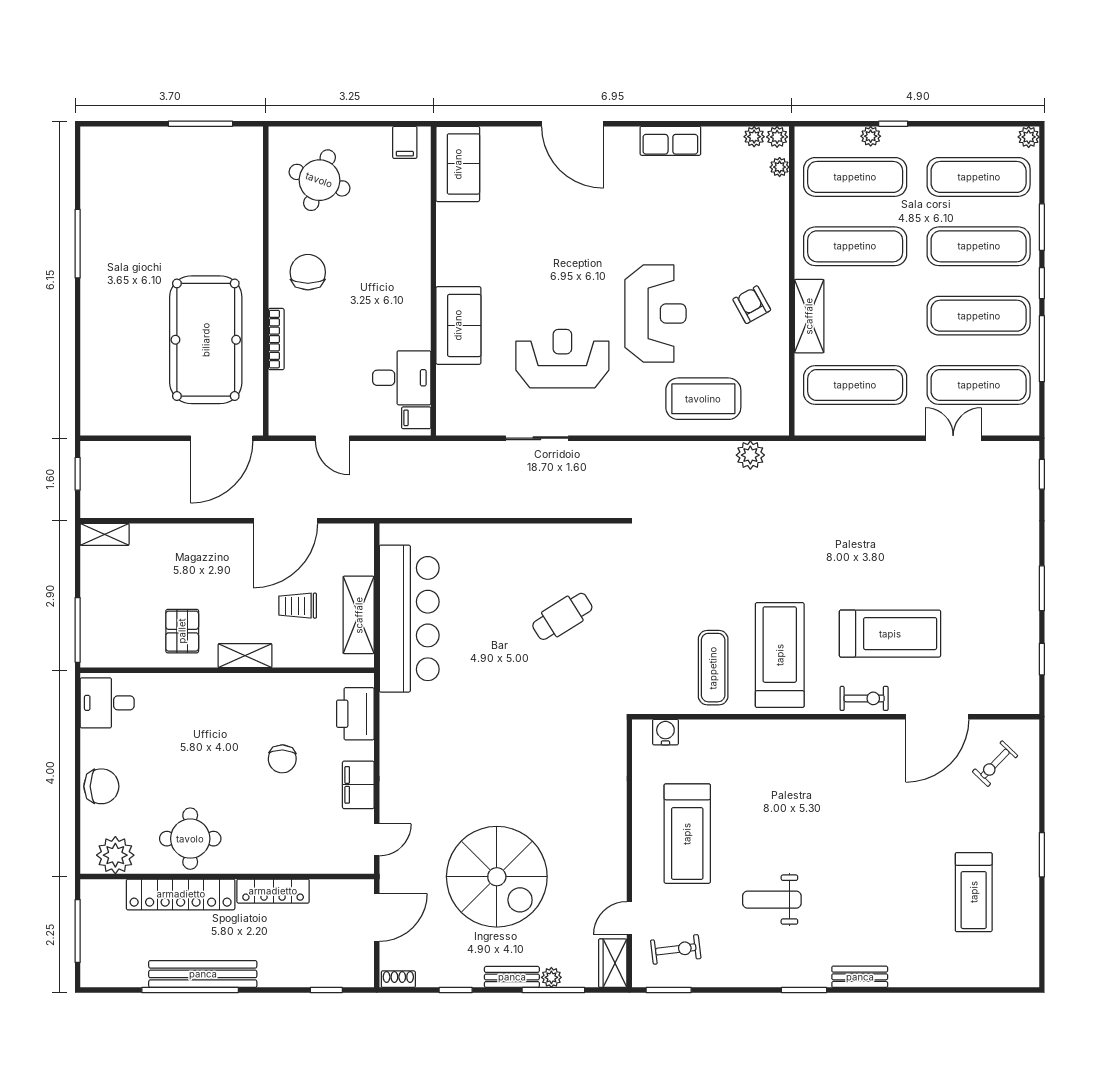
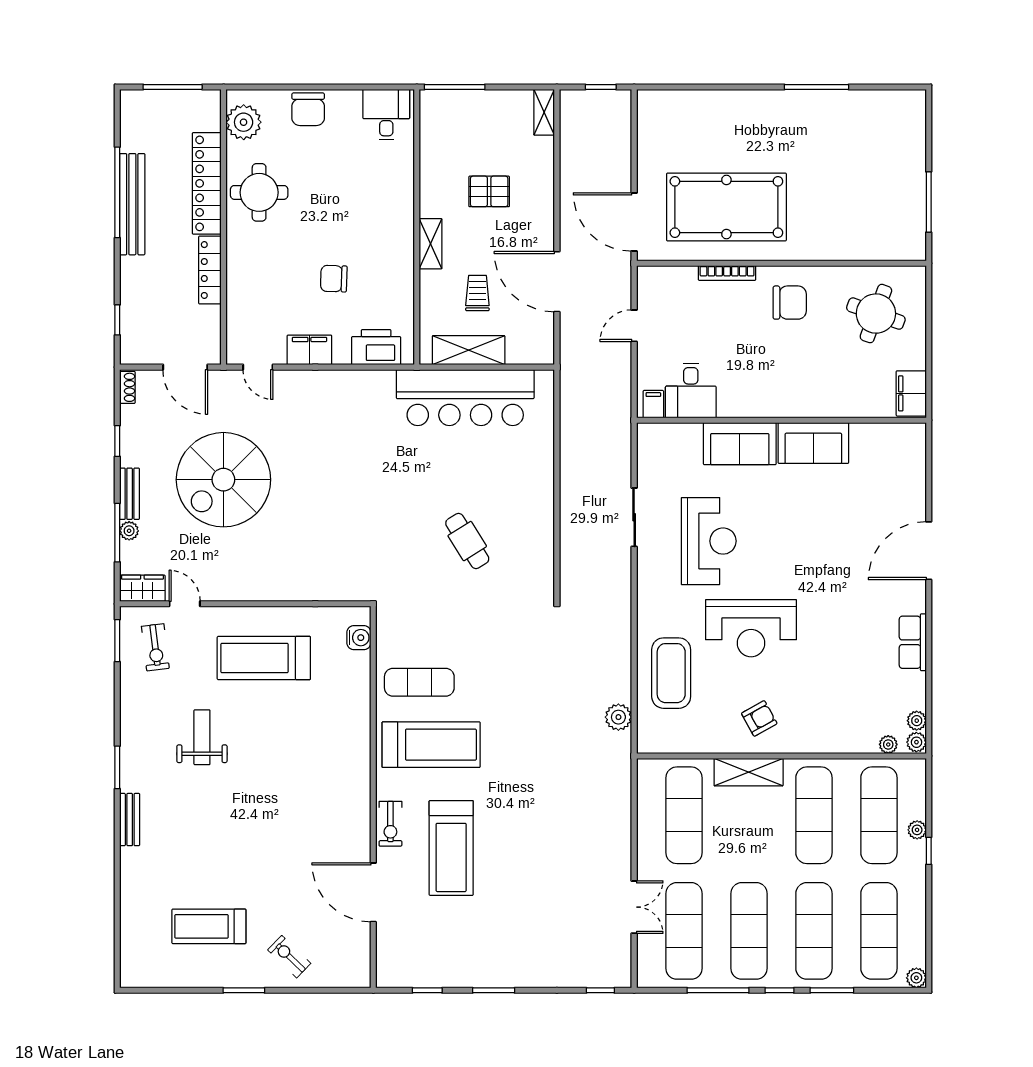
filing cabinet: (405, 142) -> (911, 393), width x2.00
sofa: (458, 164) -> (813, 443), moved
pallet: (182, 631) -> (489, 191), moved
exercise bike: (995, 764) -> (289, 957), moved

